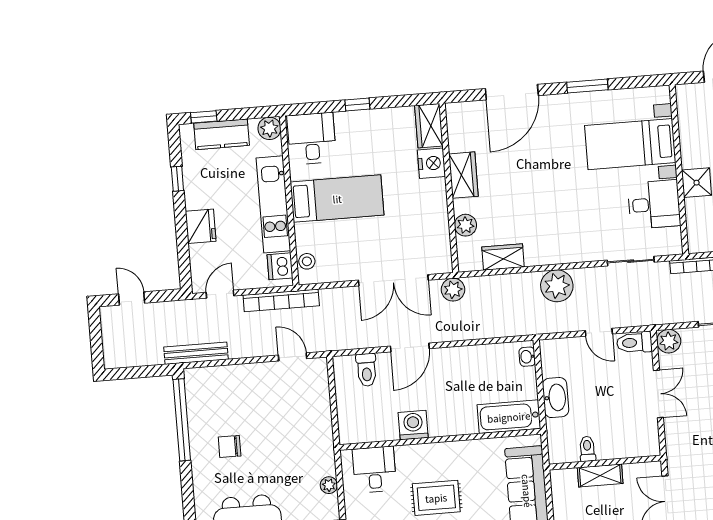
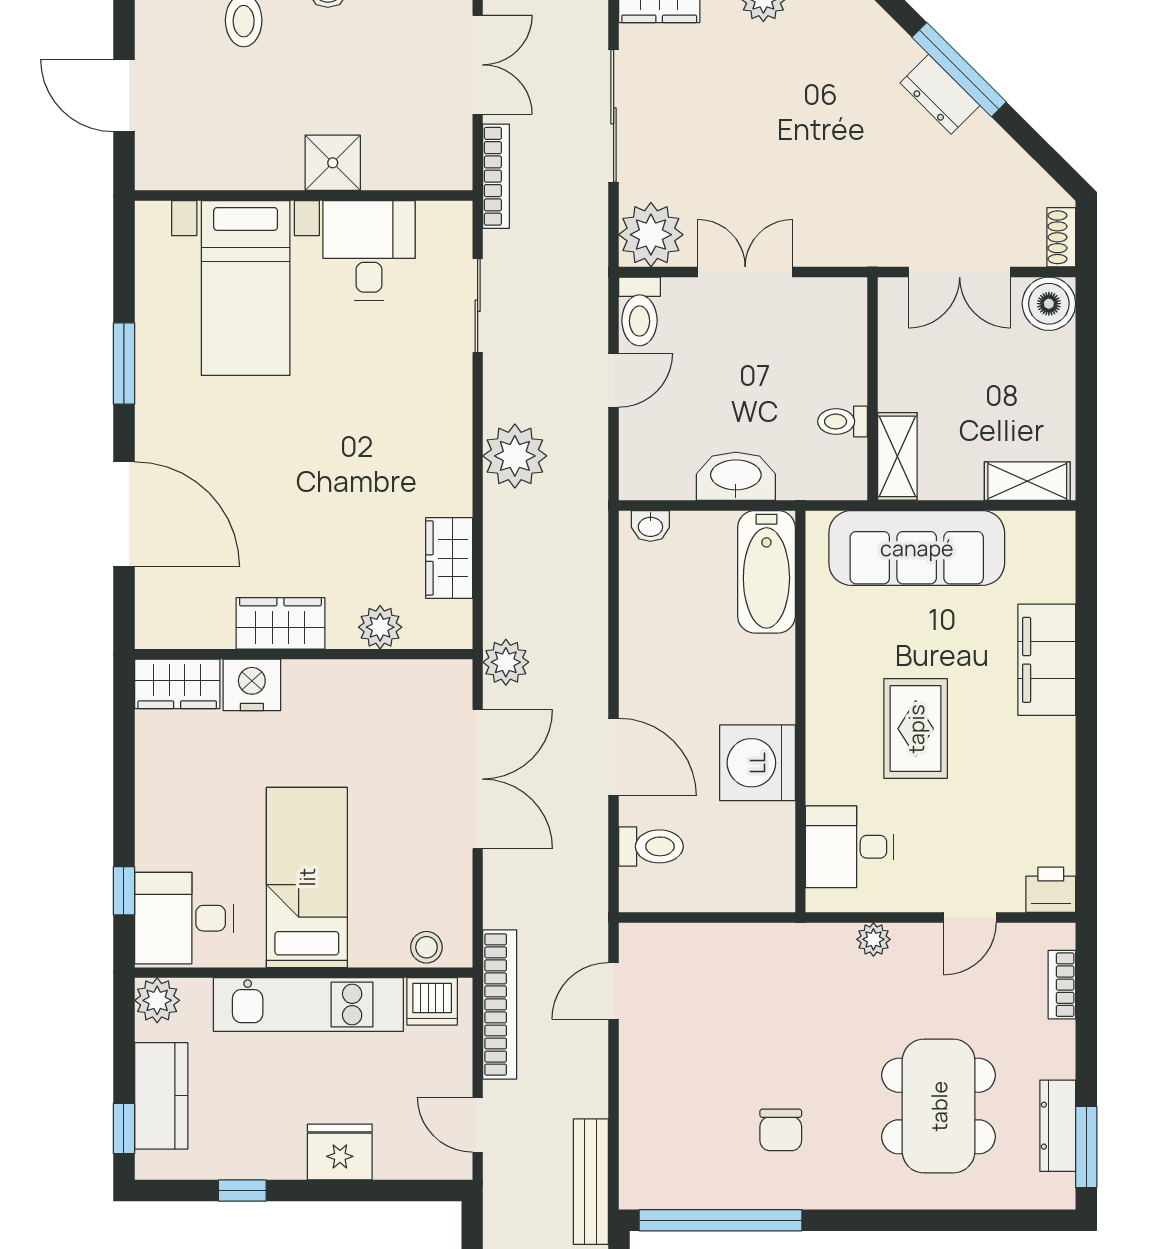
window: (357, 105) -> (124, 891), moved
plant: (669, 341) -> (651, 235), width x1.36, depth x1.36
washing machine: (413, 425) -> (757, 763), width x1.37, depth x1.37
shelving: (600, 475) -> (897, 456), moved

